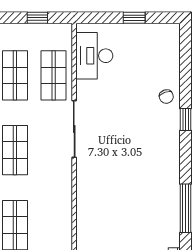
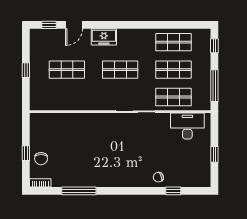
window: (37, 18) -> (214, 86), width x2.17
window: (185, 119) -> (173, 191), moved

